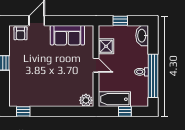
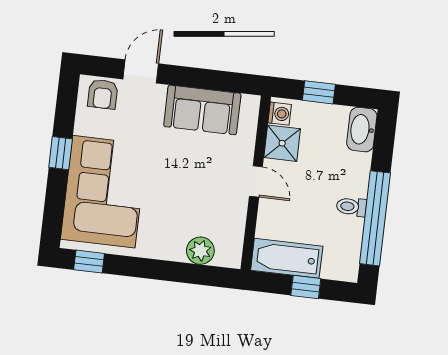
washing machine: (103, 33) -> (280, 114), added
corner sofa: (26, 78) -> (104, 192), added
plant: (86, 100) -> (200, 251), moved

